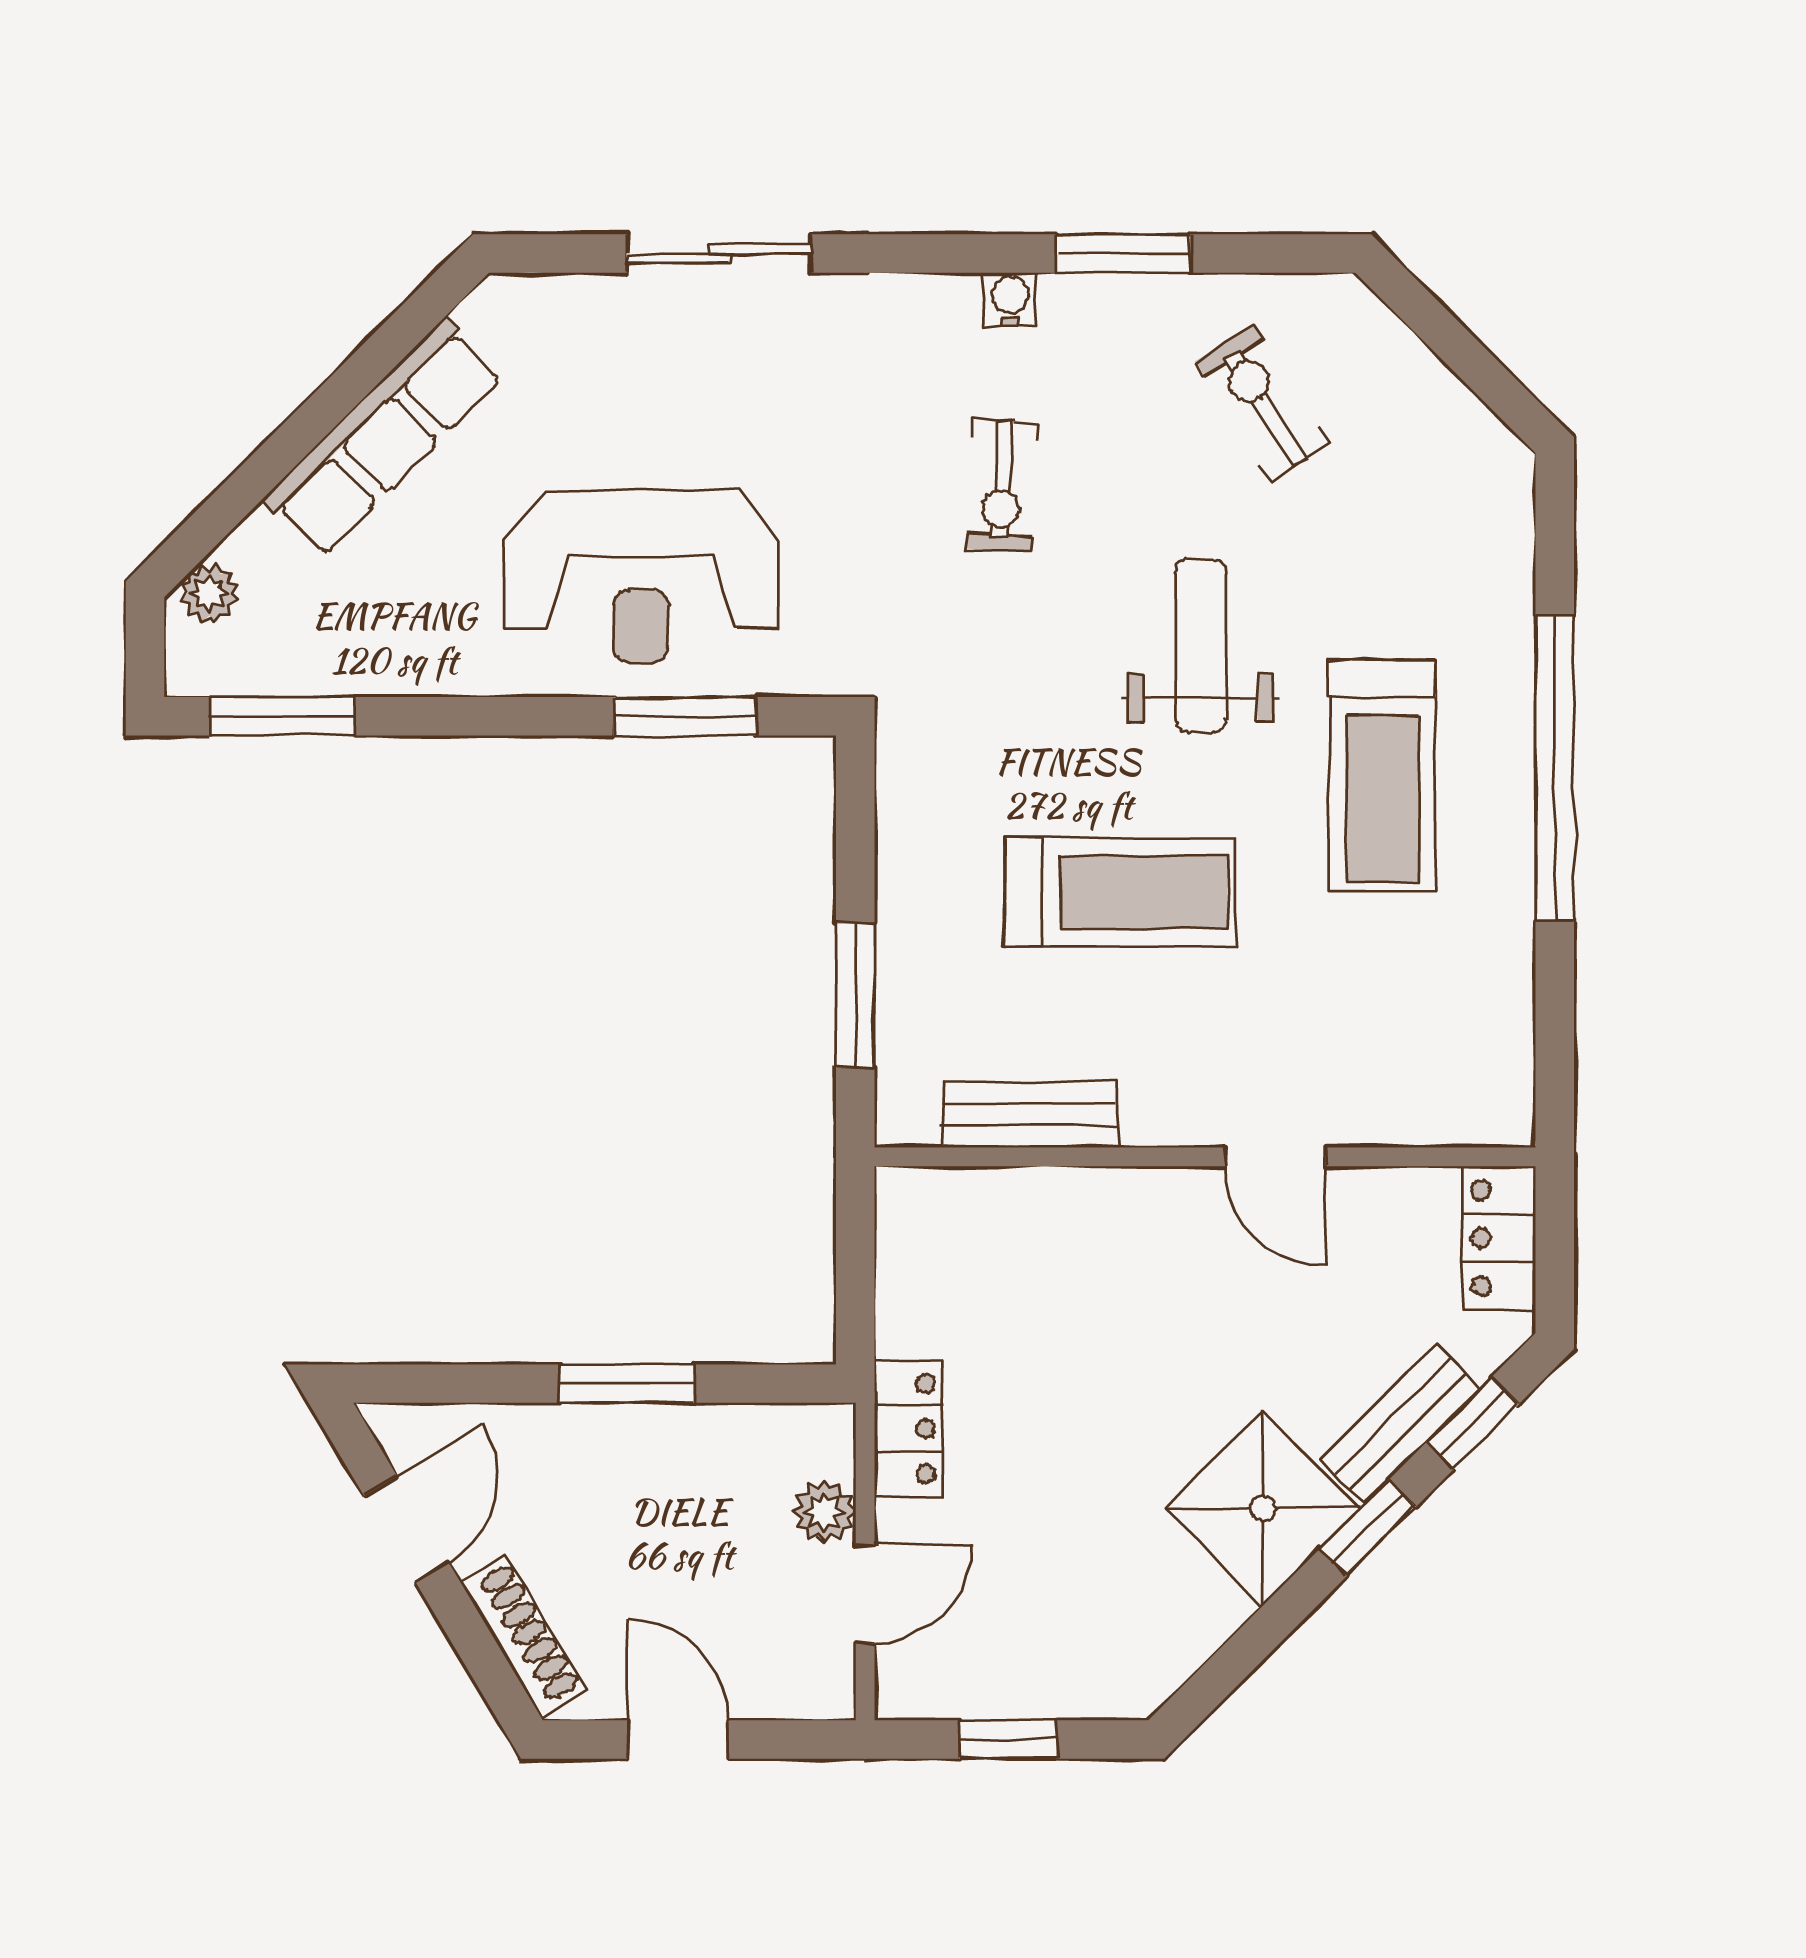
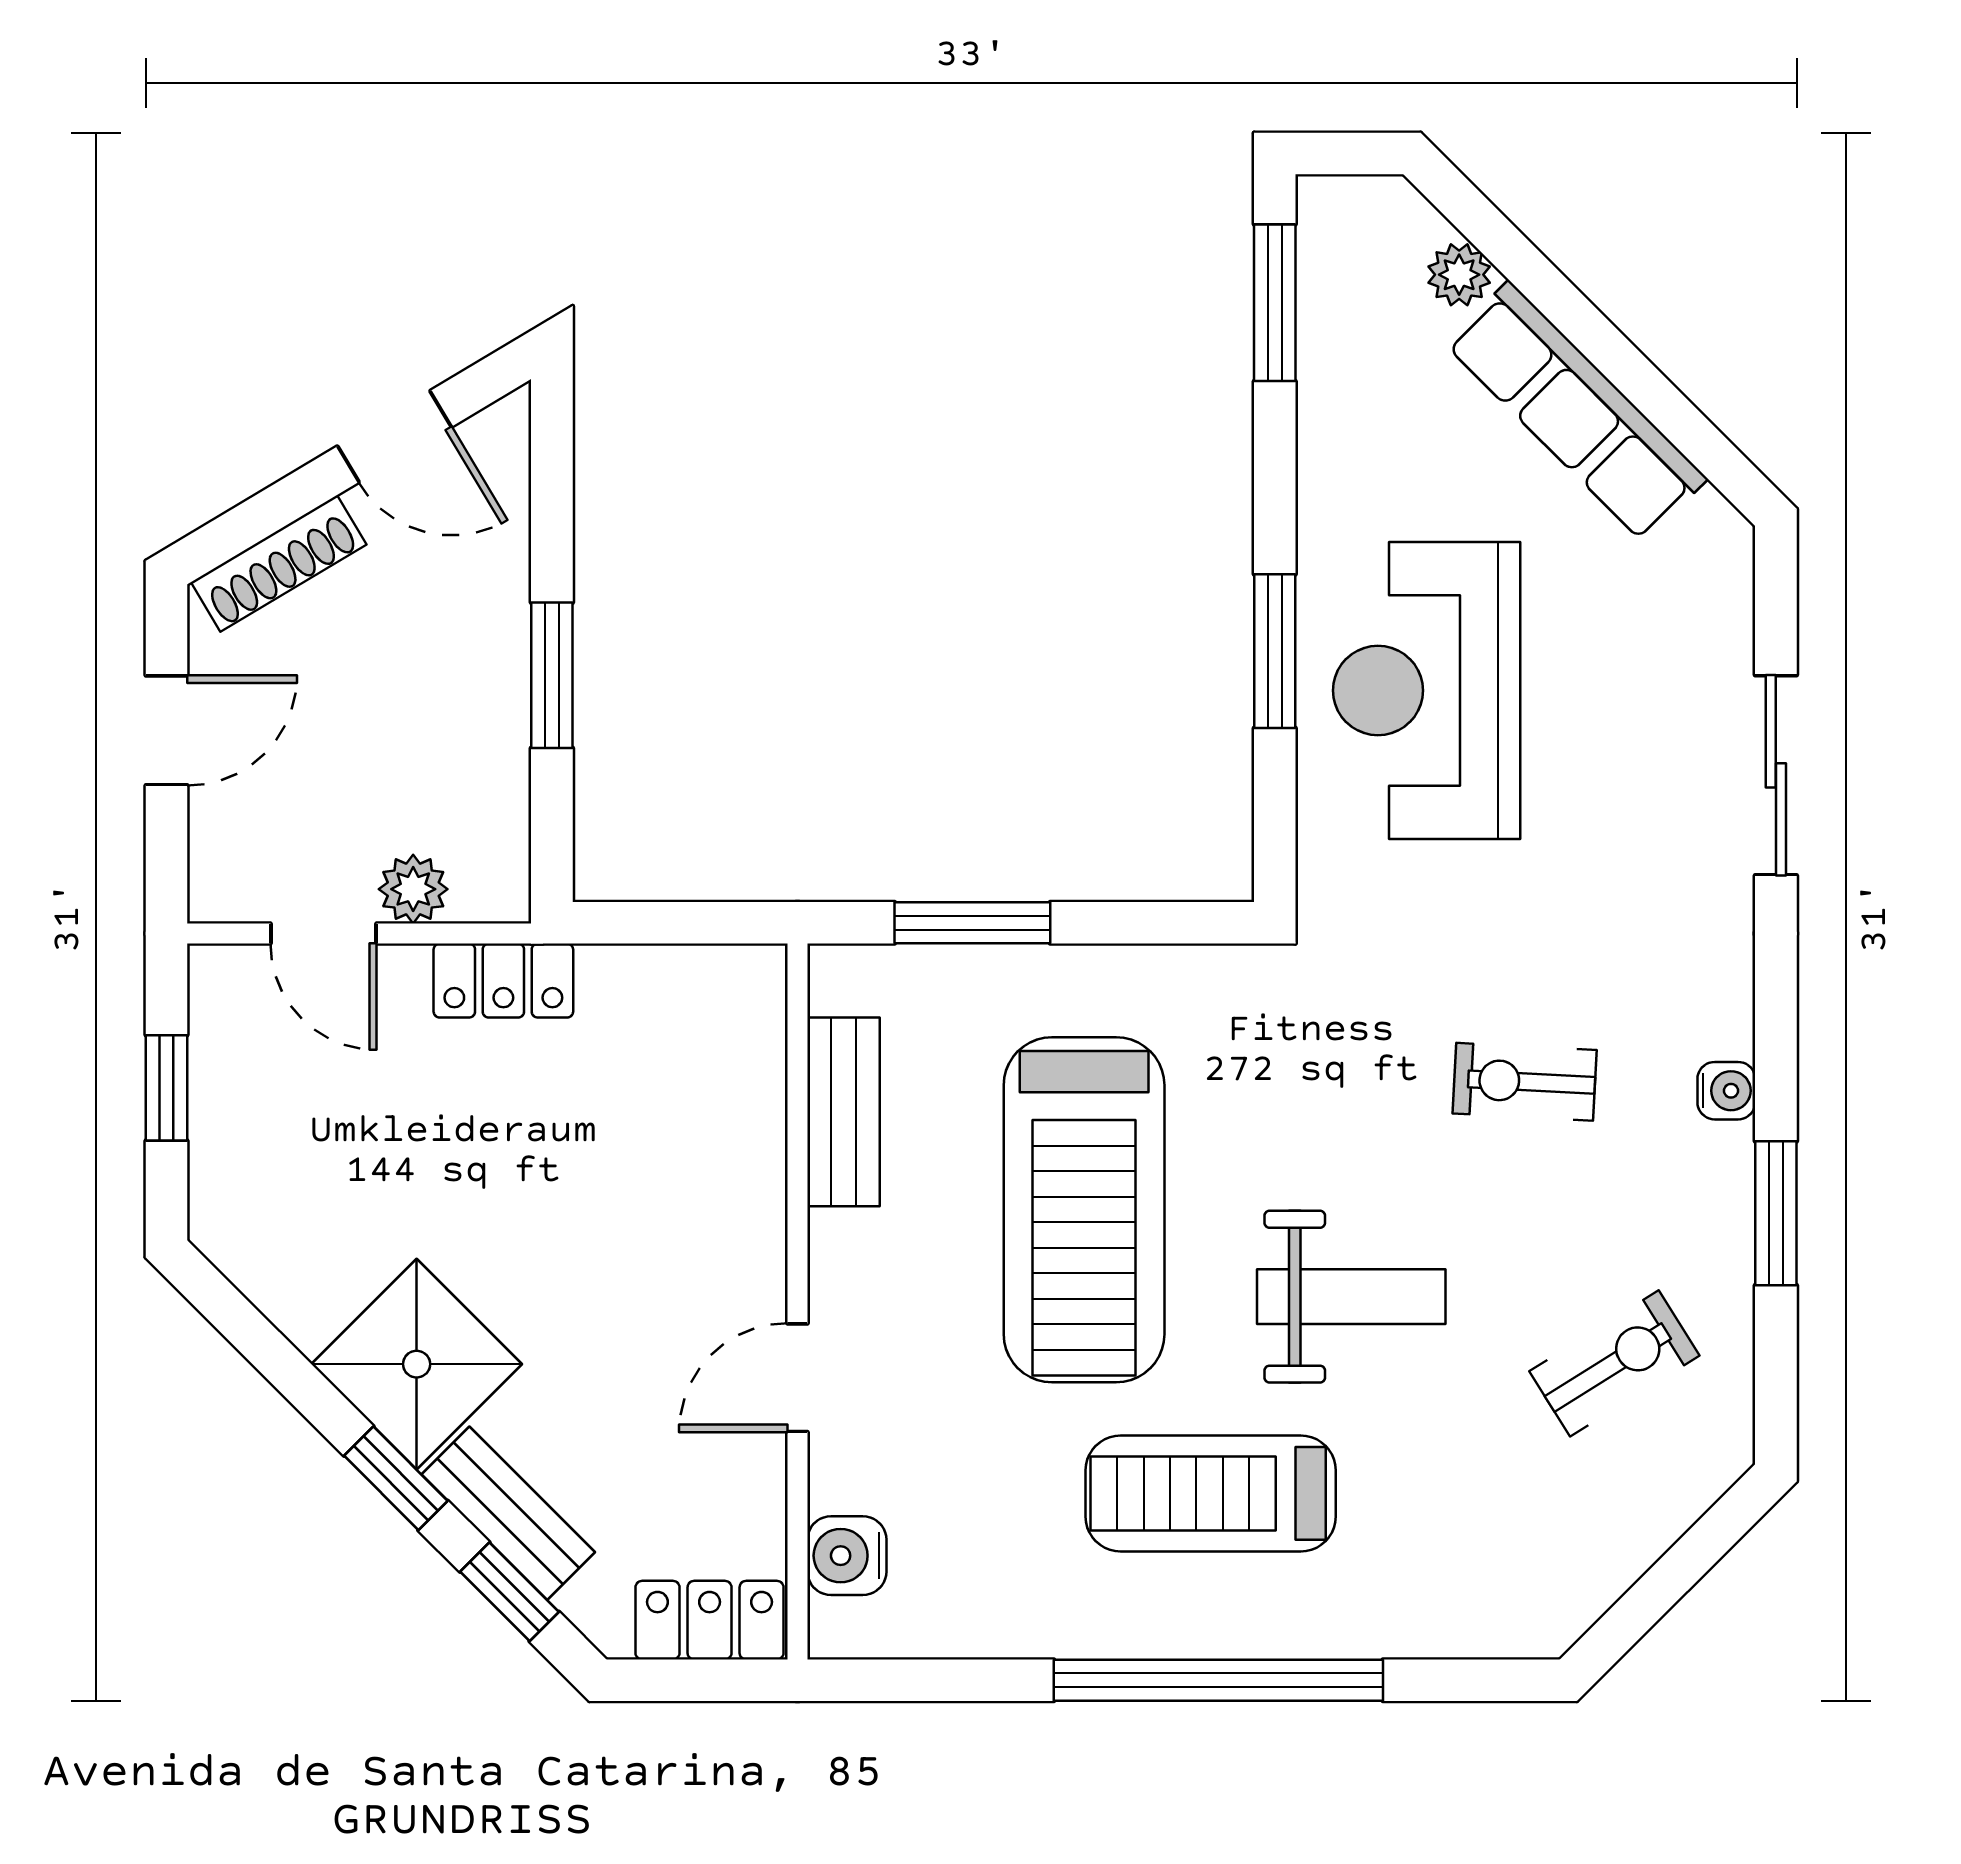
plant: (209, 593) -> (1459, 275), moved
window: (685, 716) -> (1275, 651), moved
treadmill: (1120, 892) -> (1084, 1210), width x1.37, depth x1.38
water cooler: (1440, 1111) -> (847, 1556), added

